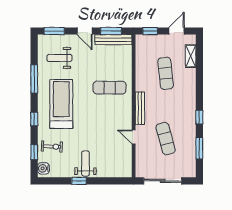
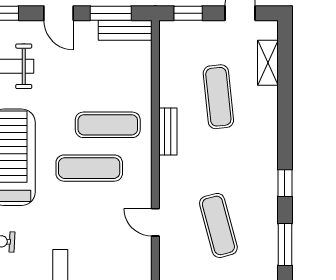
bench: (113, 40) -> (125, 30), width x0.73
bench: (140, 108) -> (168, 131), moved, width x0.73
exercise mat: (100, 110) -> (89, 168), added

